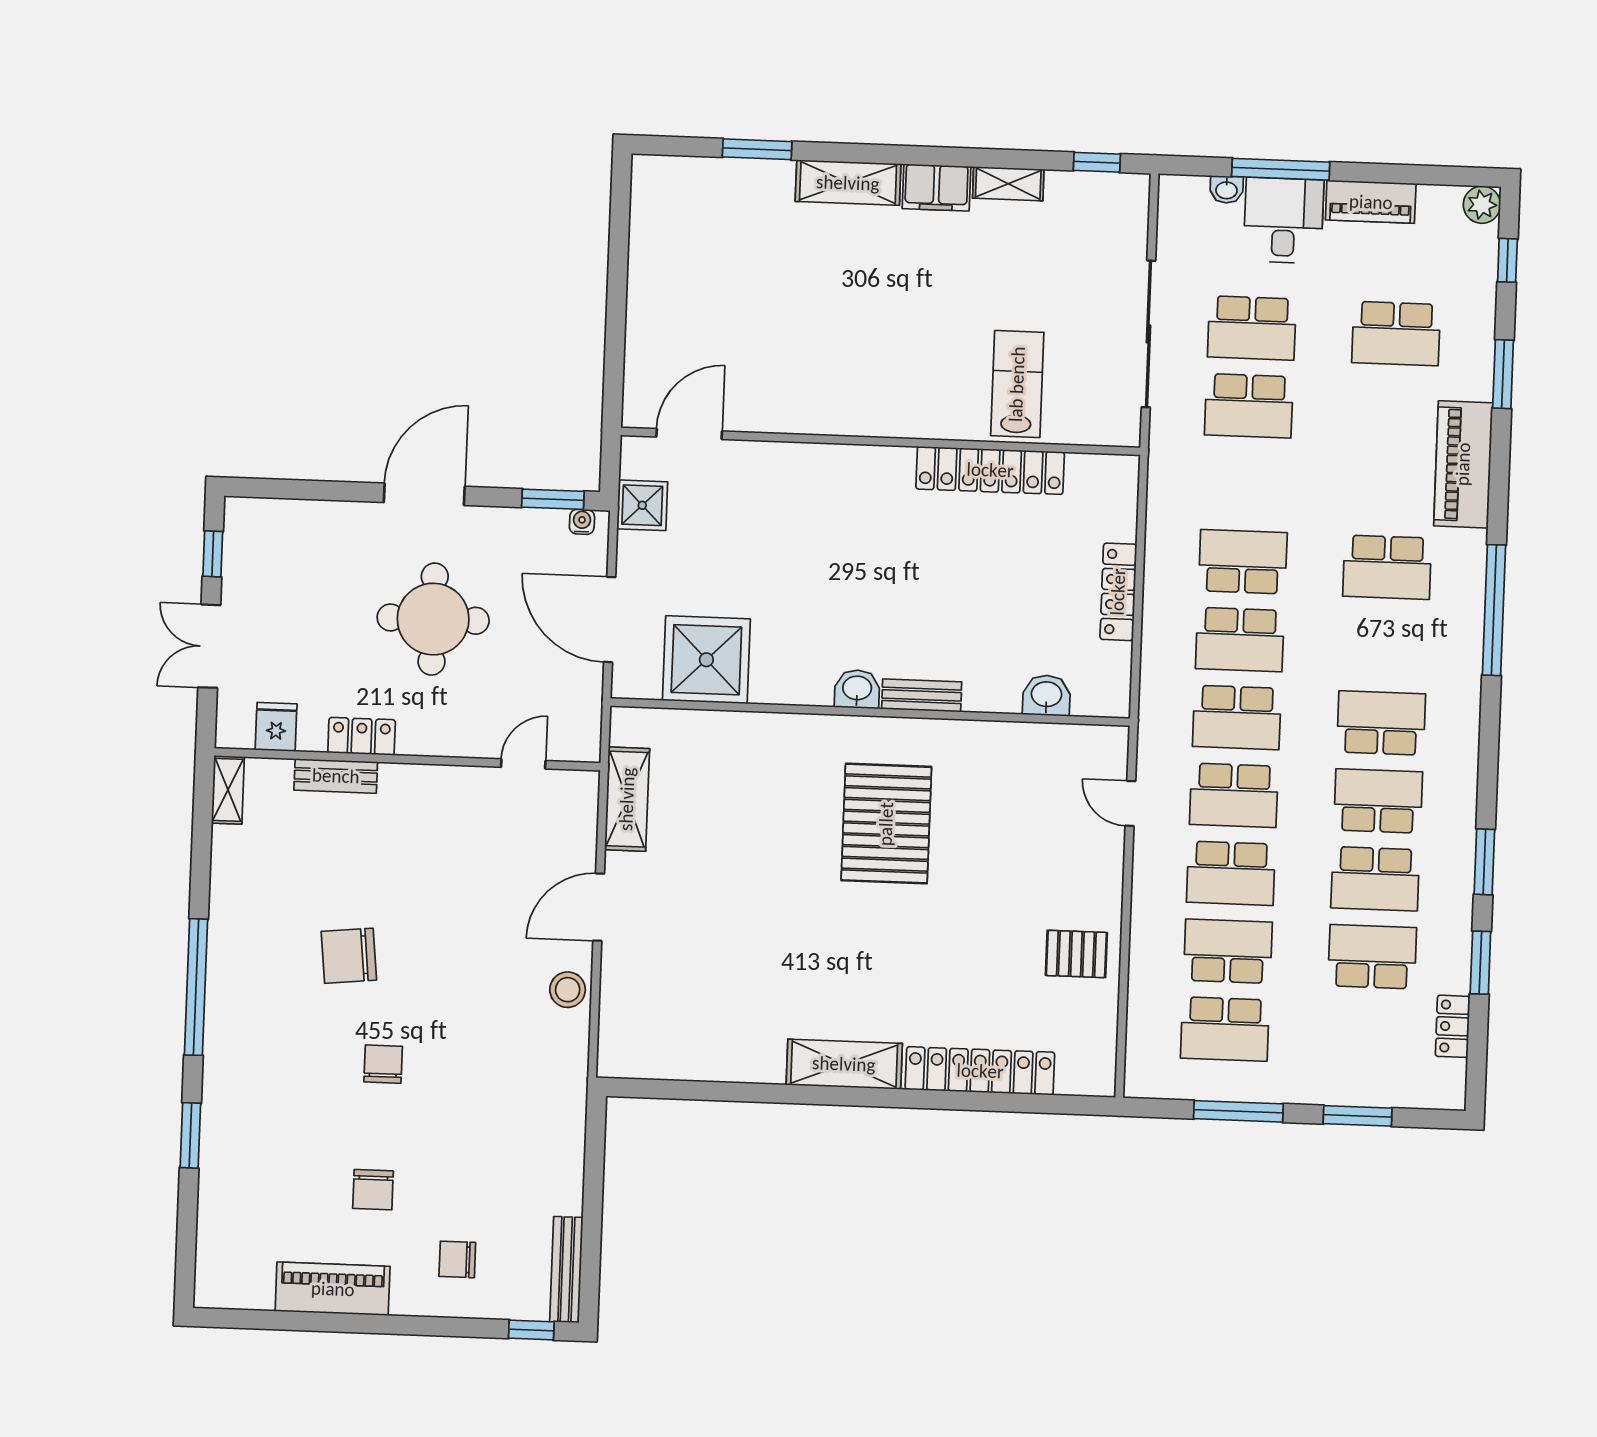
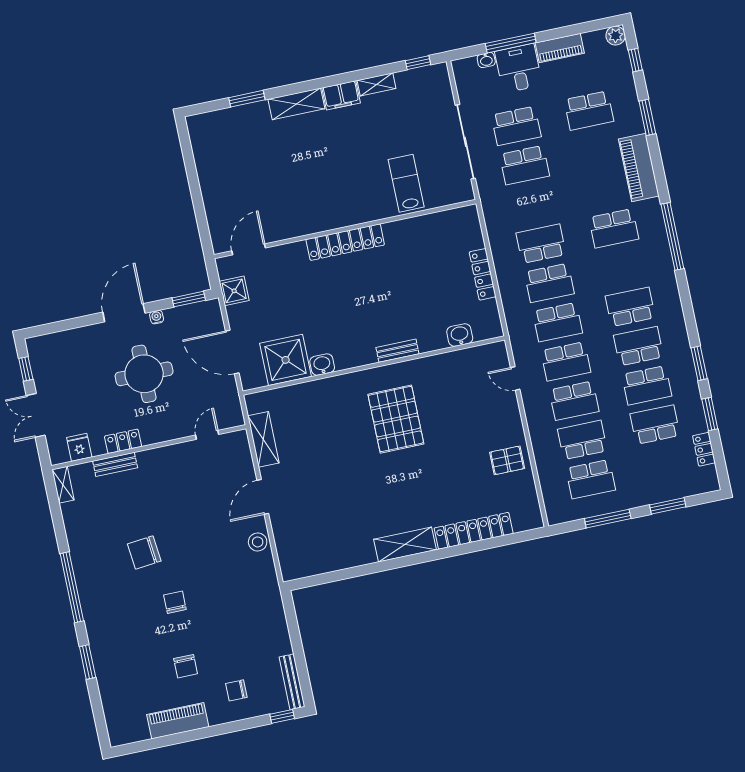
locker: (990, 470) -> (345, 242), moved
water cooler: (582, 522) -> (157, 317), moved
washbasin: (857, 689) -> (322, 365), moved

